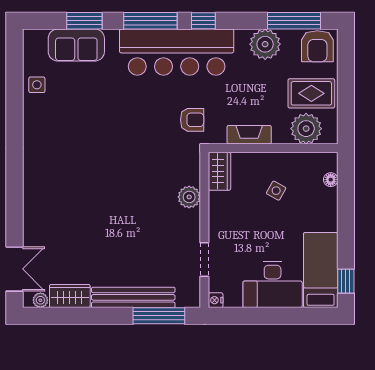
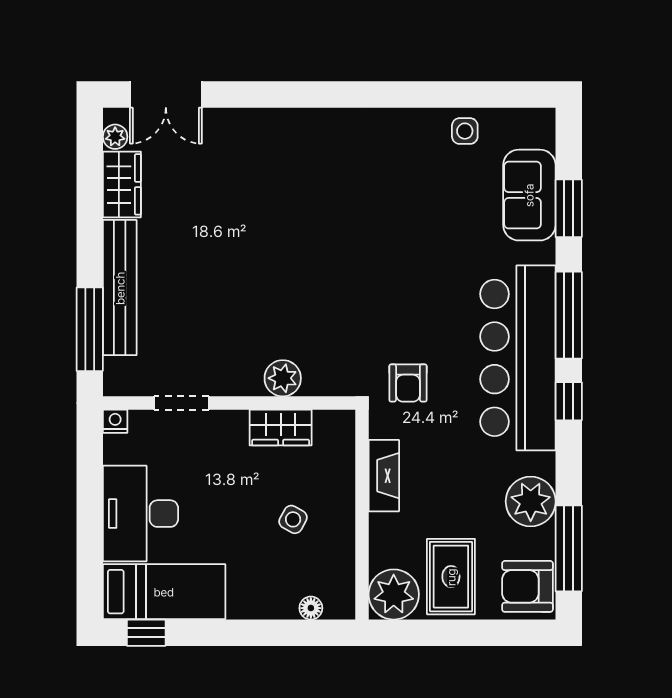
plant: (306, 129) -> (394, 594), moved
wardrobe: (220, 171) -> (281, 428), moved

